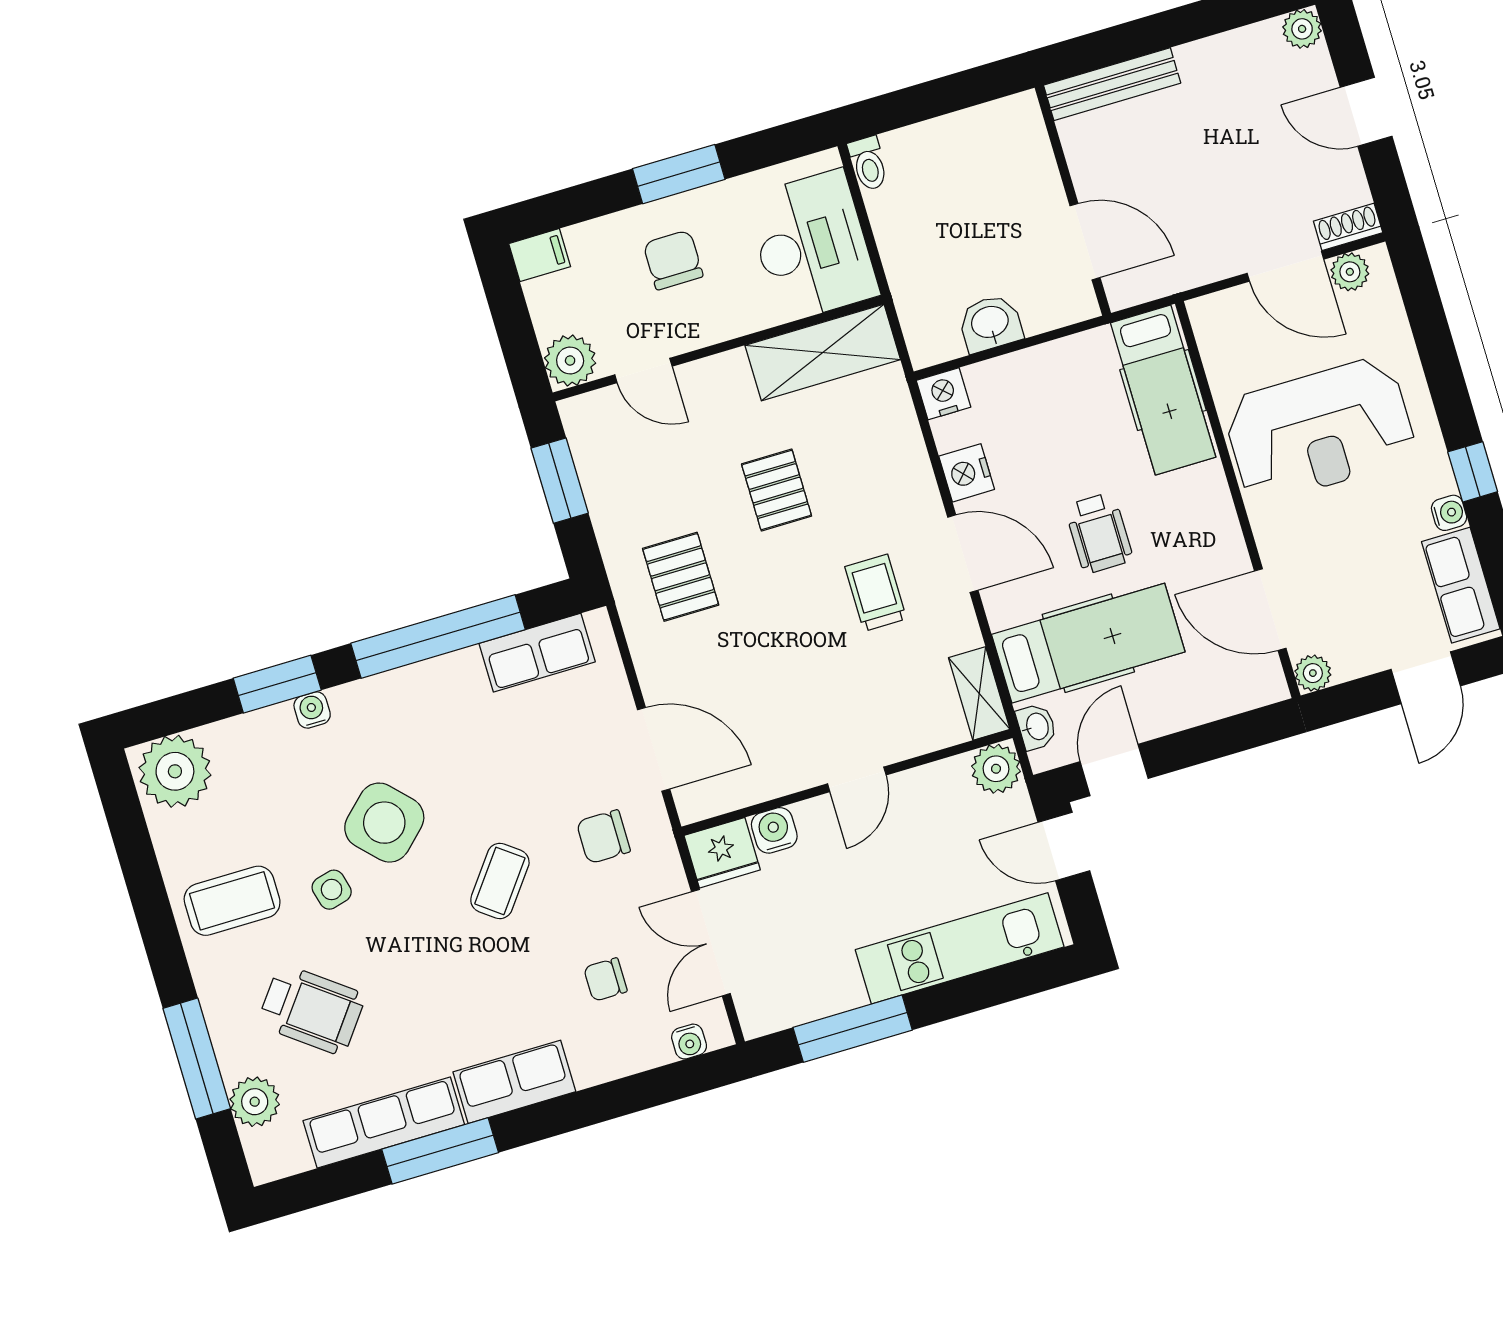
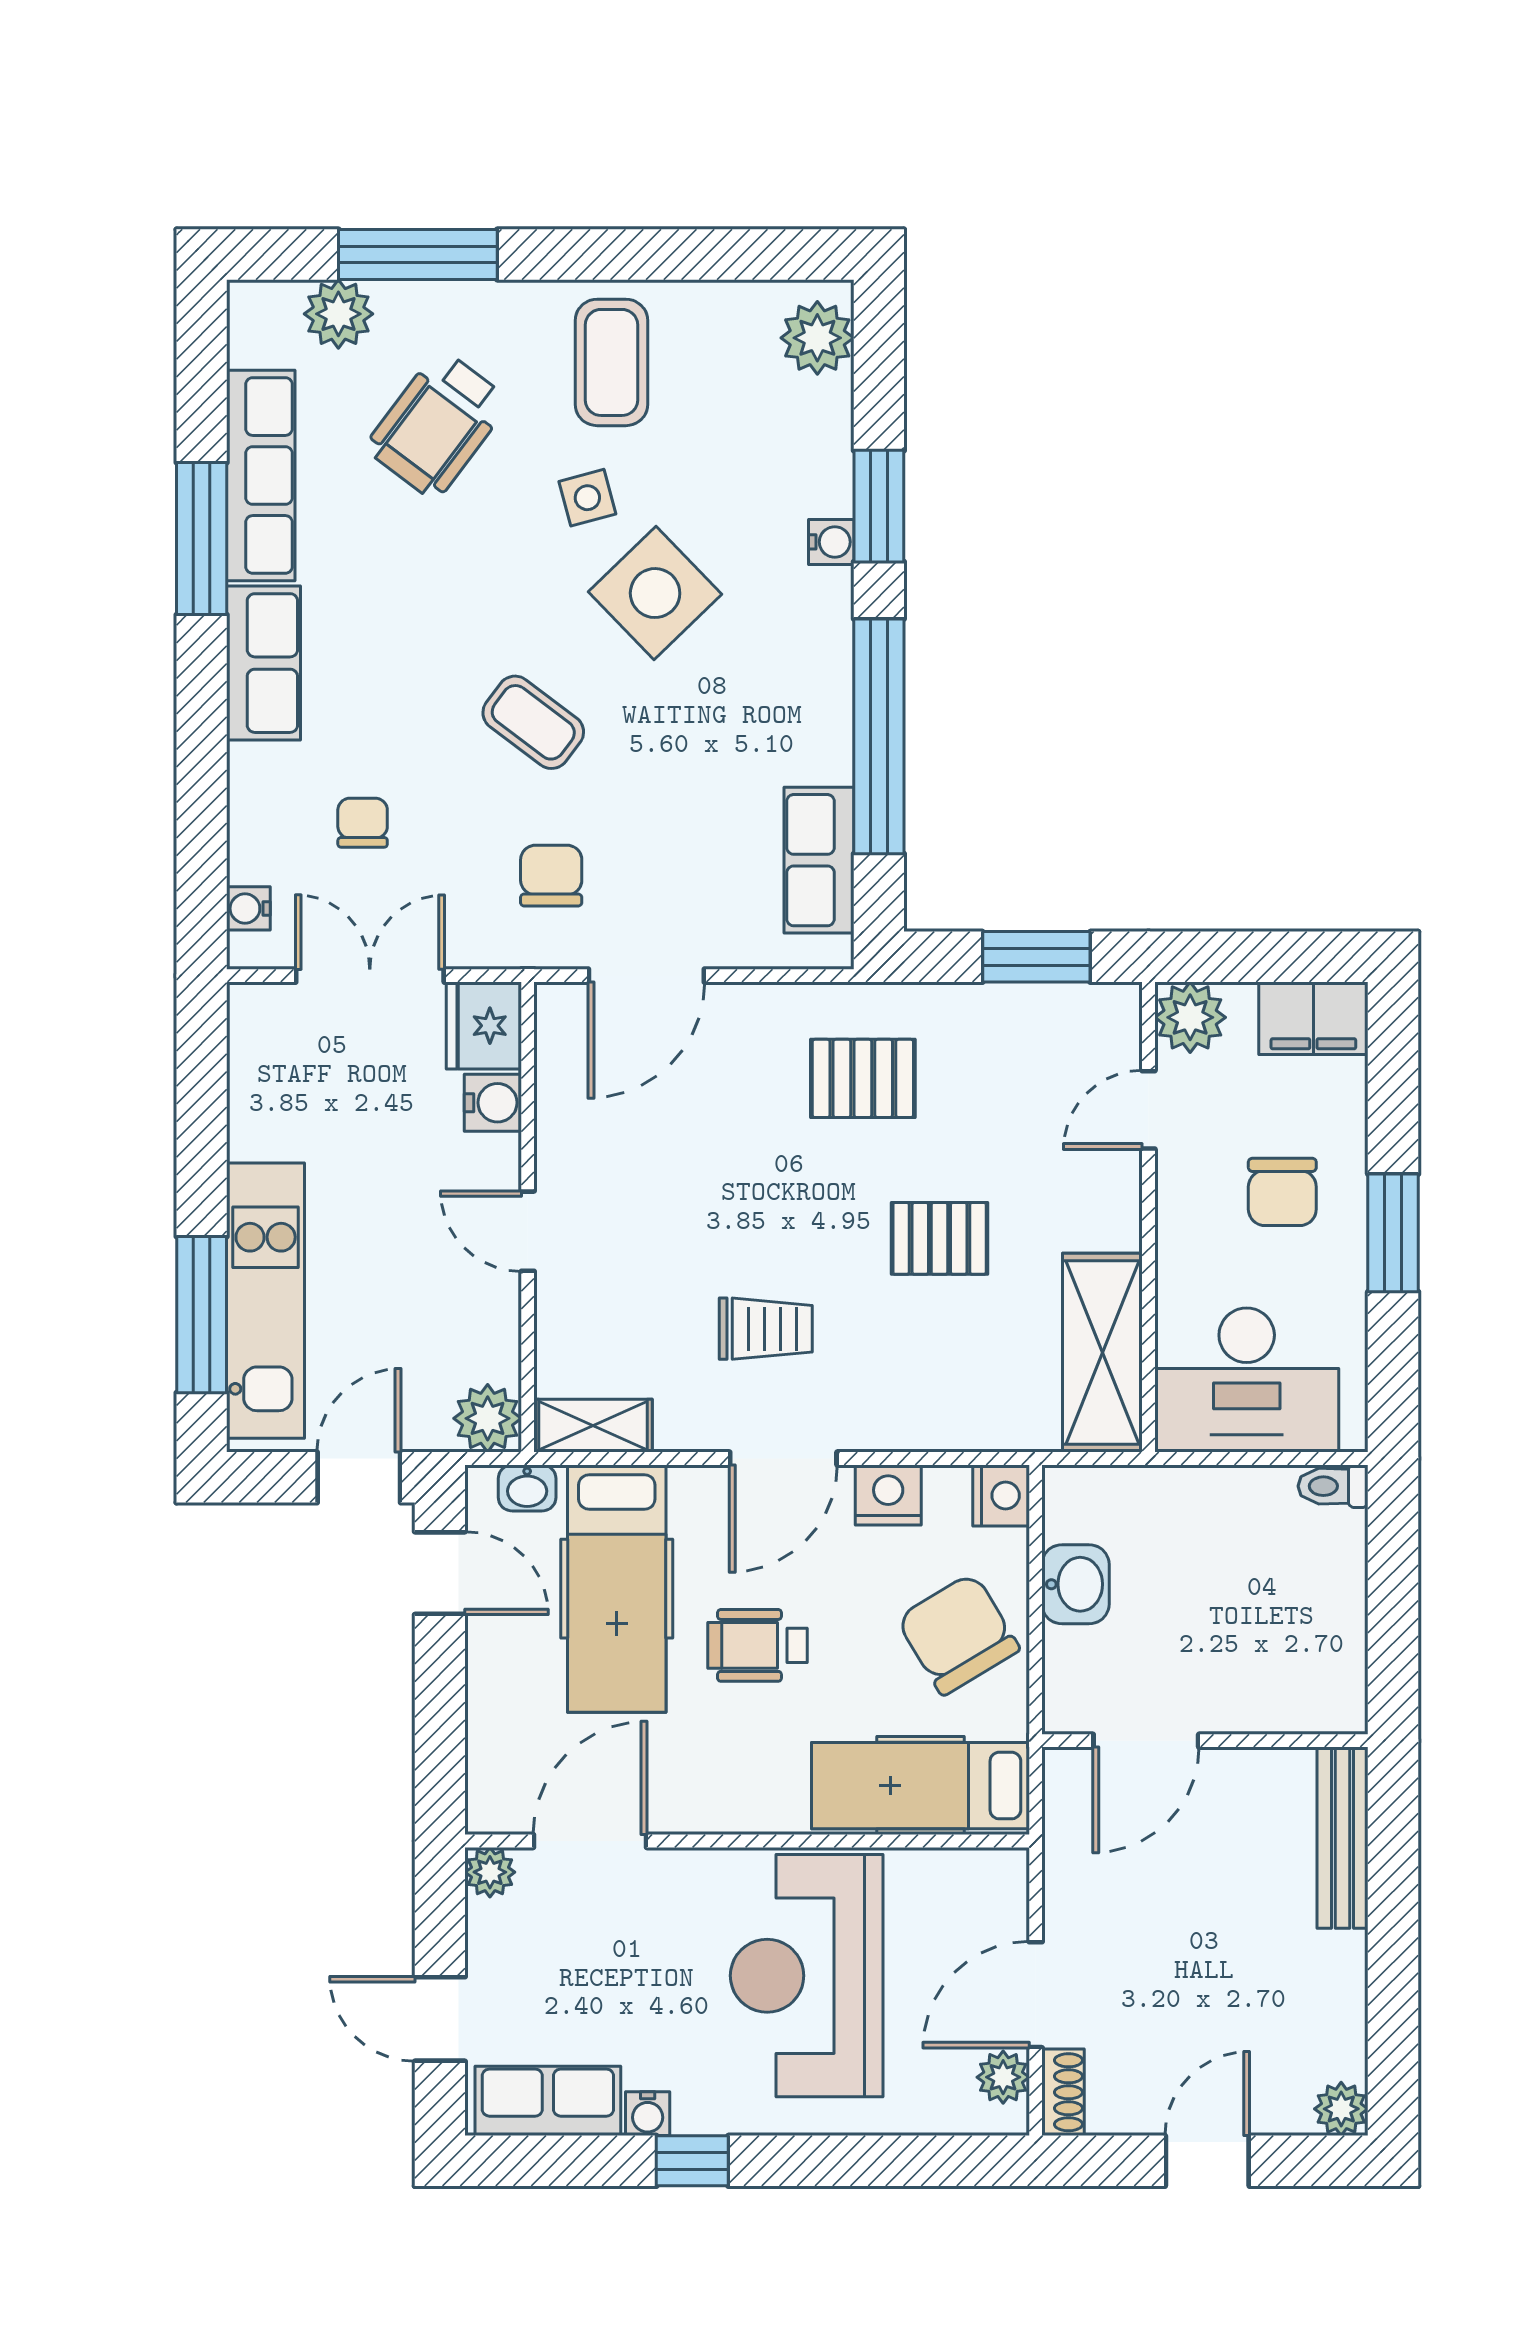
filing cabinet: (540, 255) -> (1313, 1018), width x2.00
chair: (673, 260) -> (1282, 1192), turned 90
chair: (1049, 395) -> (958, 1634), added
plant: (175, 771) -> (817, 338), width x0.73, depth x0.73
window: (853, 1029) -> (202, 1315), moved

